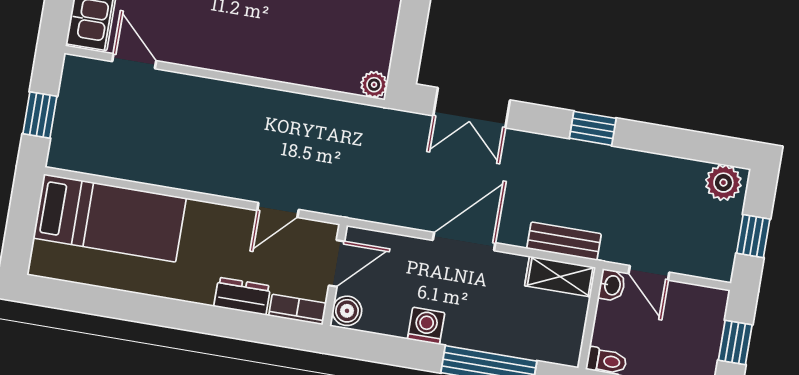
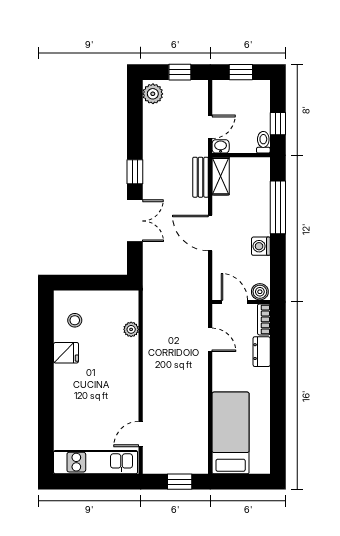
plant: (374, 85) -> (131, 329), moved
double door: (472, 108) -> (135, 221), moved

